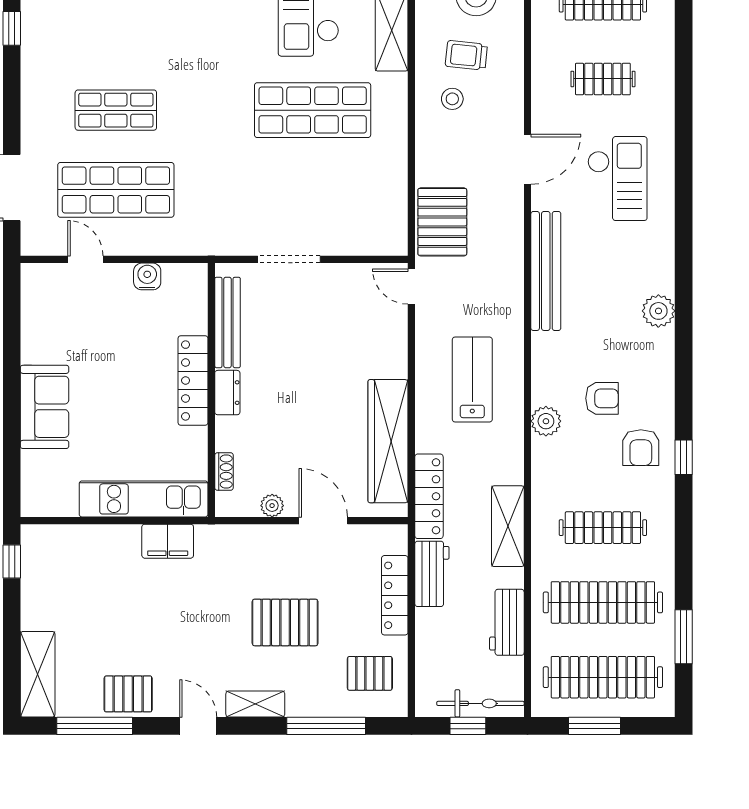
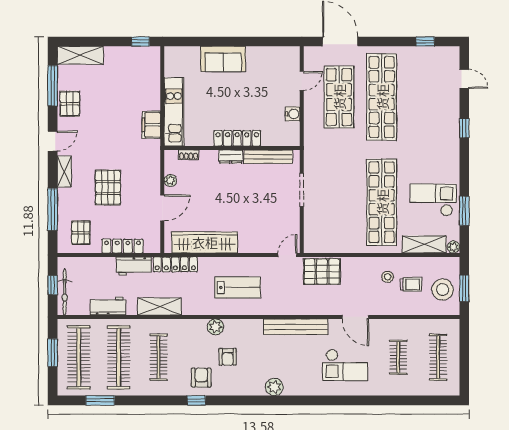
trolley: (466, 55) -> (411, 284), turned 84
shop shelf: (116, 110) -> (382, 97), width x2.00, depth x1.36
shop shelf: (313, 110) -> (382, 202), width x1.40
armchair: (641, 448) -> (201, 378), turned 90

